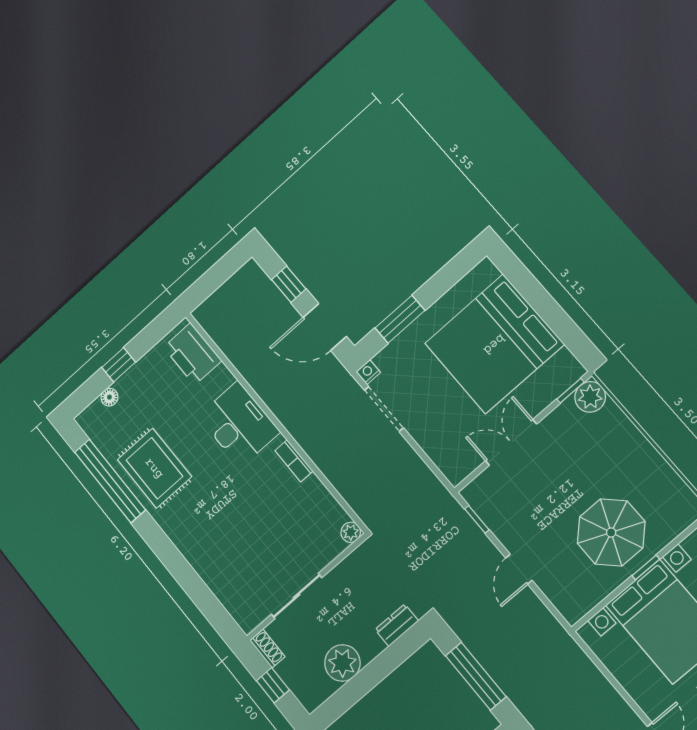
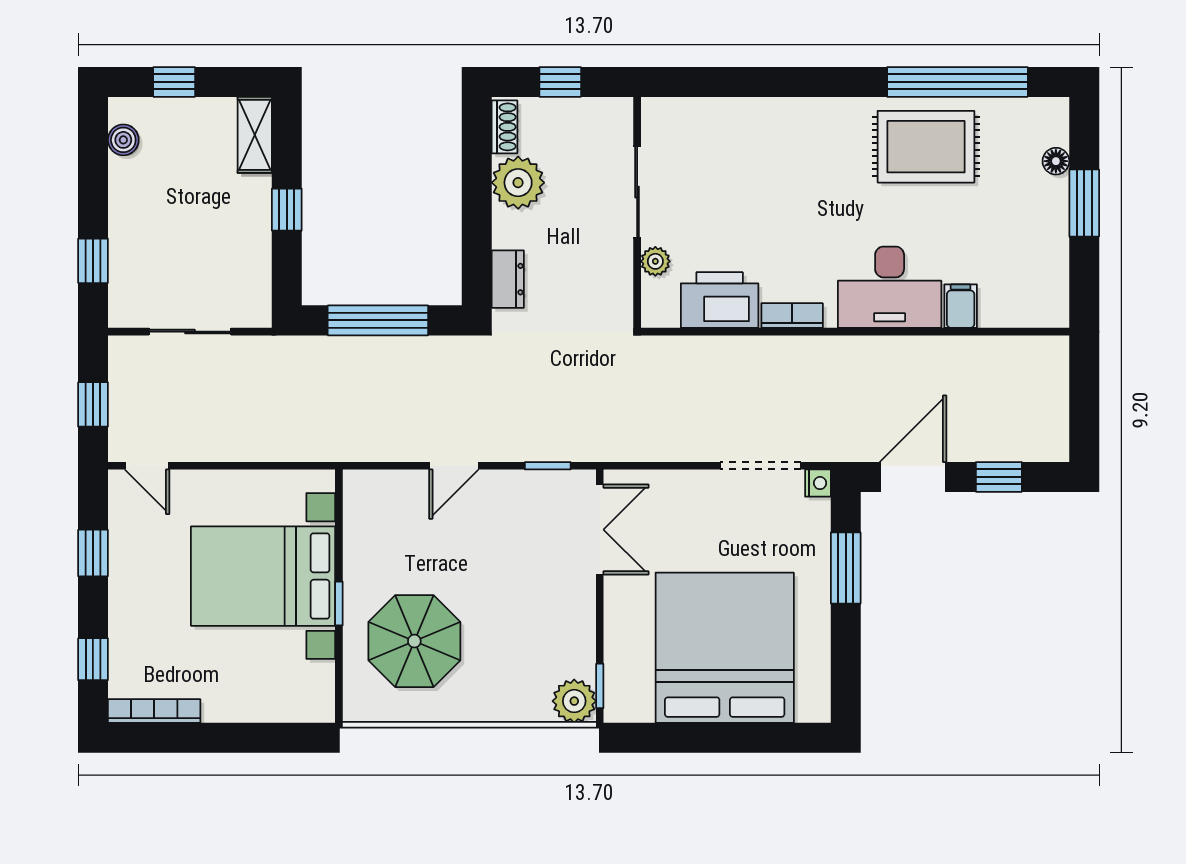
printer: (192, 354) -> (720, 300), moved
window: (119, 365) -> (1084, 203), width x1.50
filing cabinet: (219, 380) -> (961, 306), added
double door: (511, 442) -> (600, 530), moved
plant: (351, 532) -> (655, 261), moved
parasol: (611, 532) -> (414, 641), moved
door: (519, 569) -> (454, 466), swing flipped
shoe rack: (267, 648) -> (505, 127), moved, turned -90

